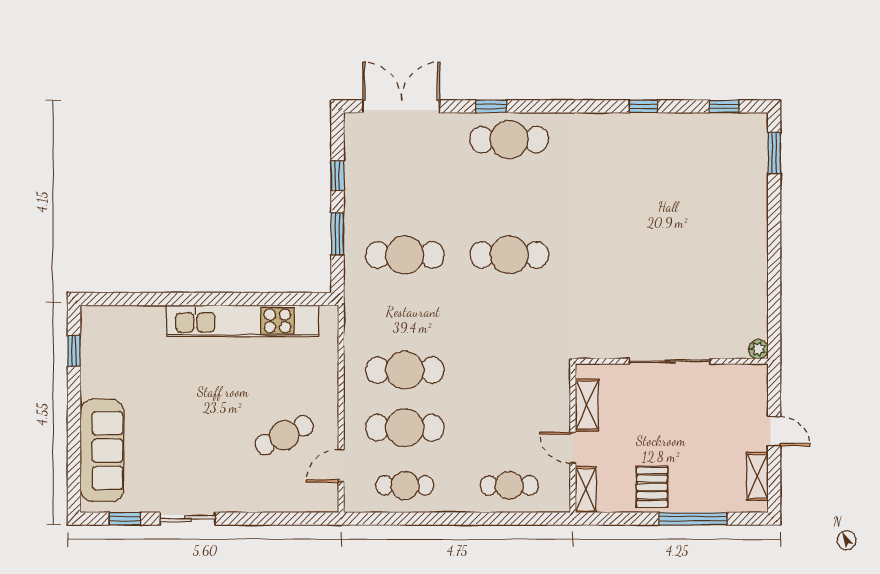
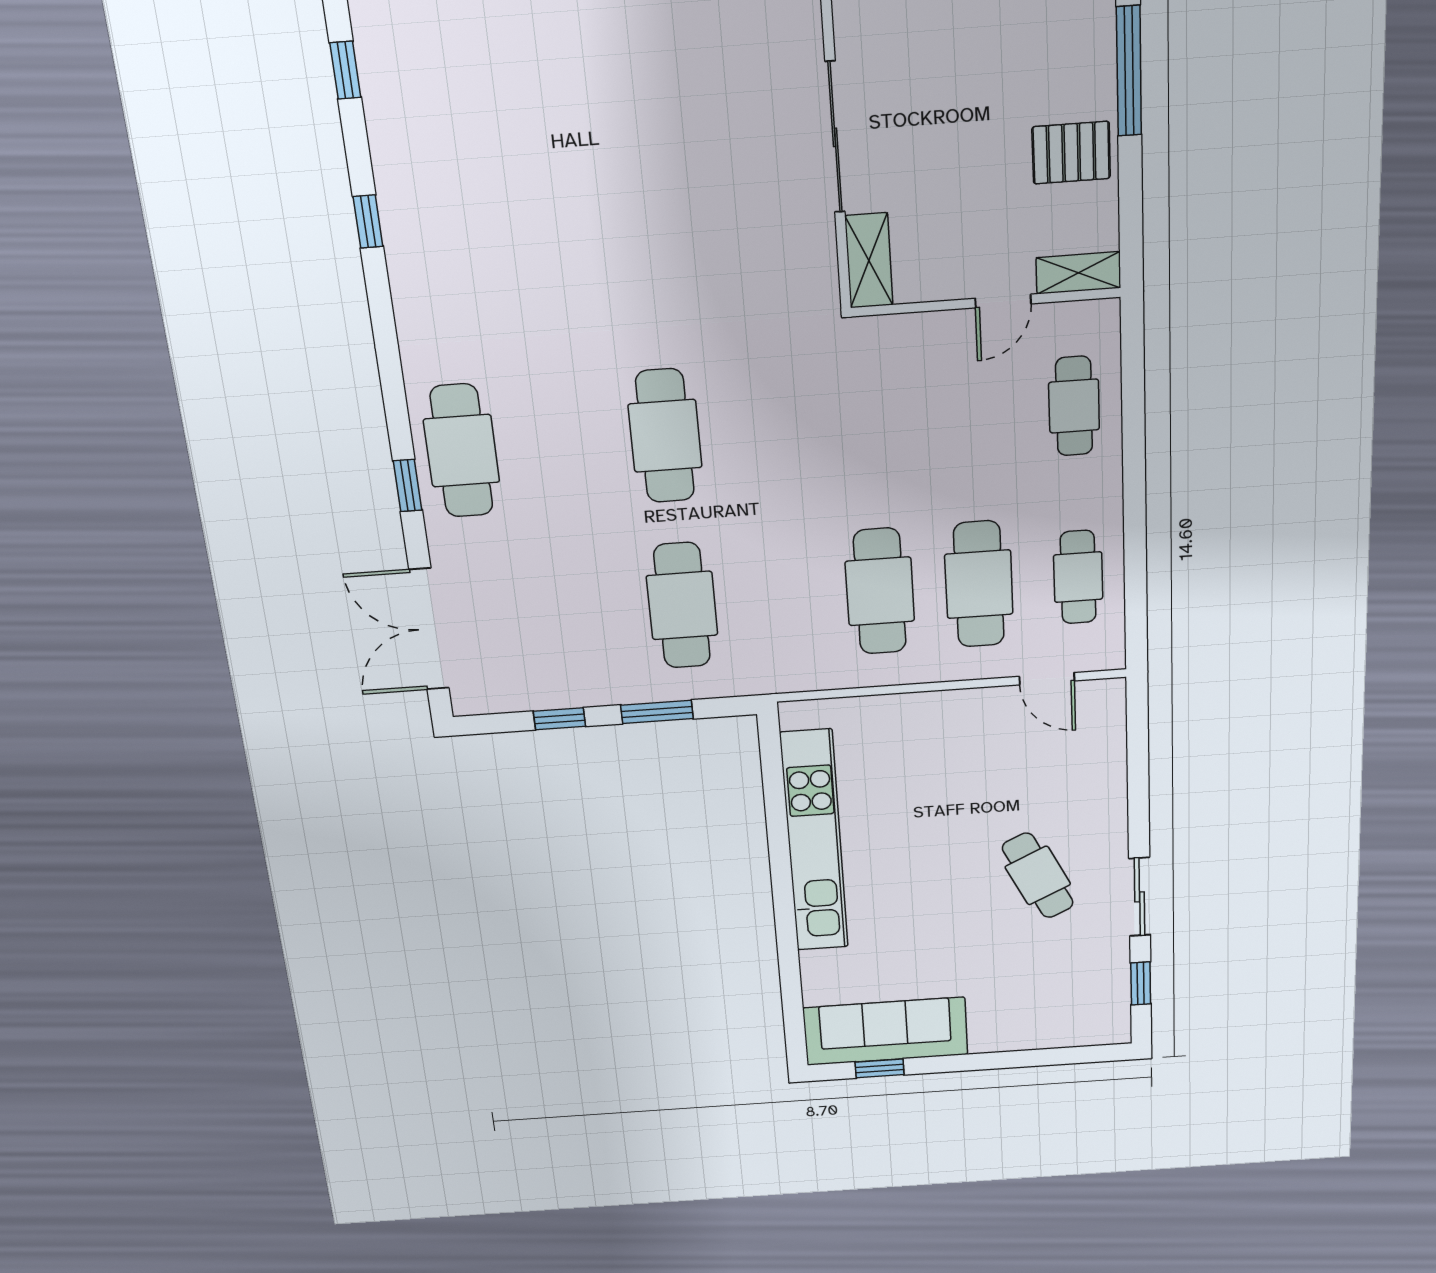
shelving: (587, 405) -> (869, 261), moved, turned 90
cafe table: (284, 435) -> (1038, 875), moved
sofa: (102, 451) -> (885, 1031), moved

